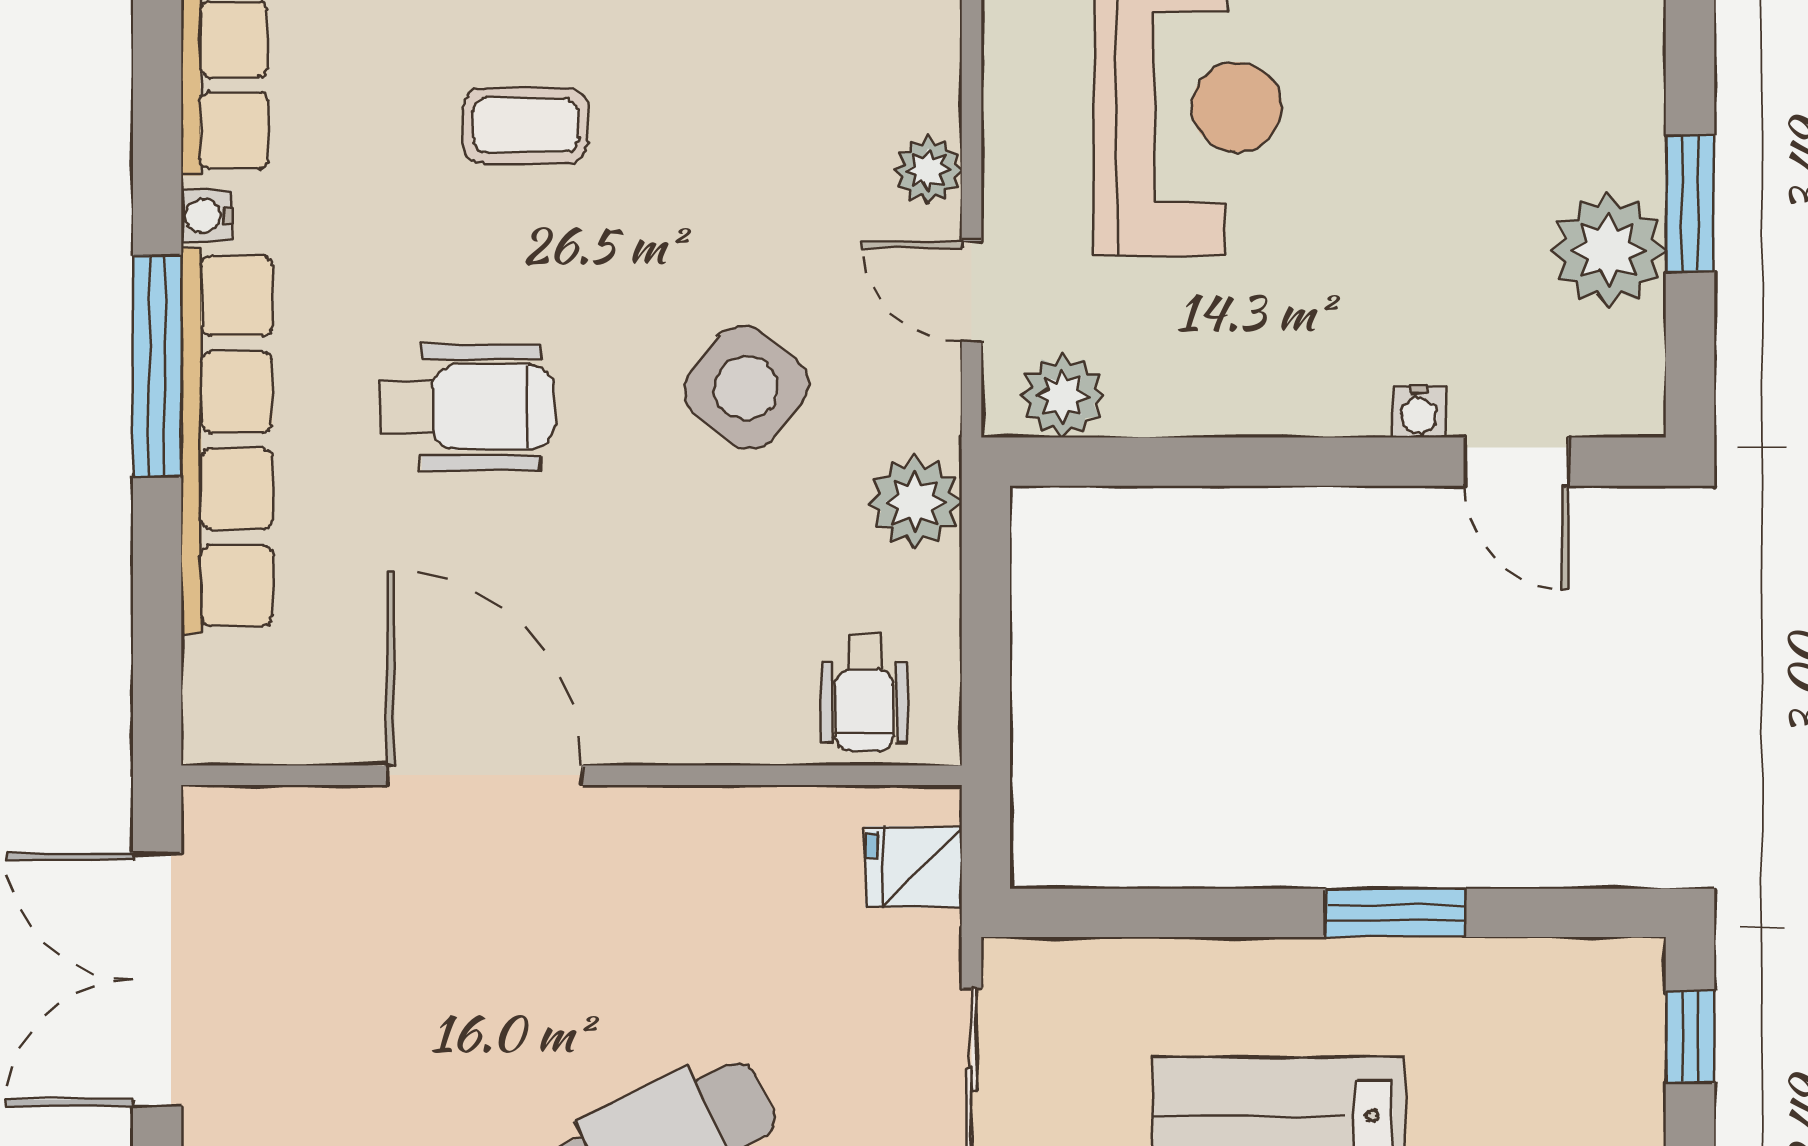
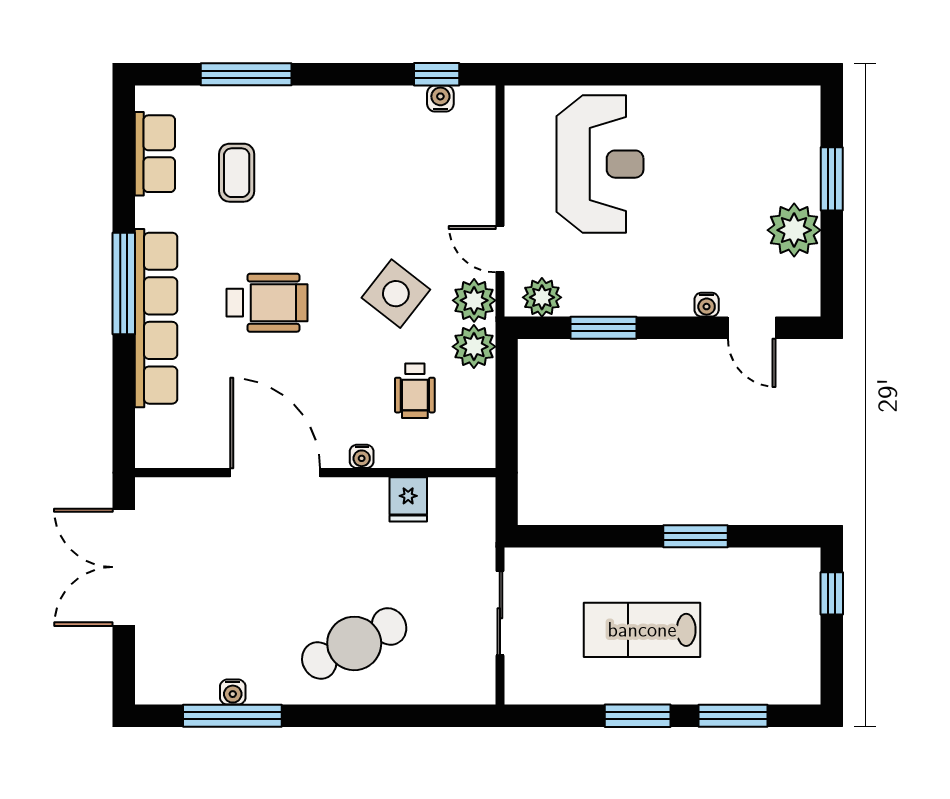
coffee table: (526, 125) -> (237, 173), moved, turned 90
plant: (928, 170) -> (474, 300), moved, width x1.38, depth x1.38
window: (1690, 204) -> (832, 179), moved
water cooler: (207, 216) -> (362, 456), moved, turned -90
window: (1196, 462) -> (603, 328), added
wheelchair: (864, 693) -> (415, 391), moved
fridge: (914, 867) -> (408, 499), moved, turned -90

